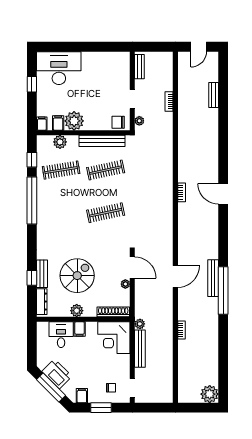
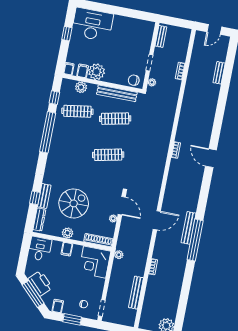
desk: (61, 335) -> (40, 249), moved
bench: (140, 349) -> (136, 293), moved

